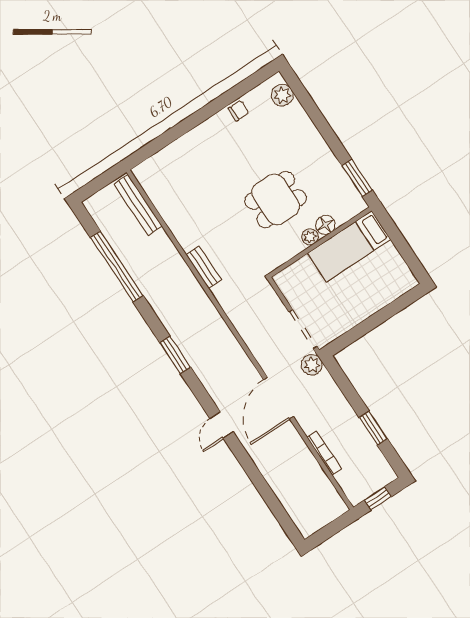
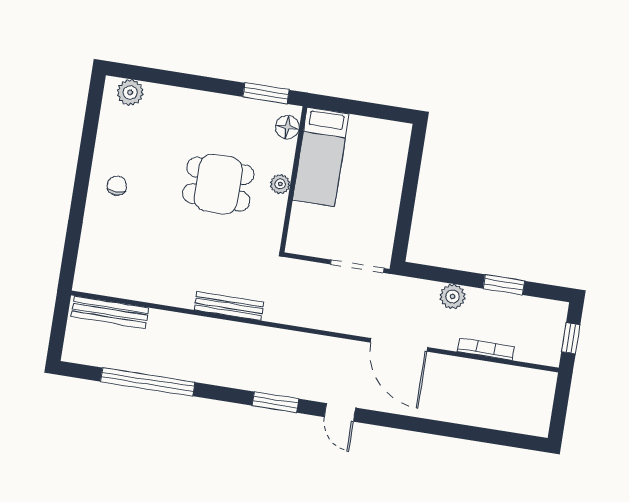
chair: (239, 111) -> (117, 186), moved
dining table: (276, 199) -> (218, 184), turned 90
floor lamp: (325, 225) -> (287, 127), moved
bench: (204, 267) -> (229, 306), width x1.36
plant: (312, 365) -> (453, 297), moved
door: (222, 425) -> (340, 412), moved

